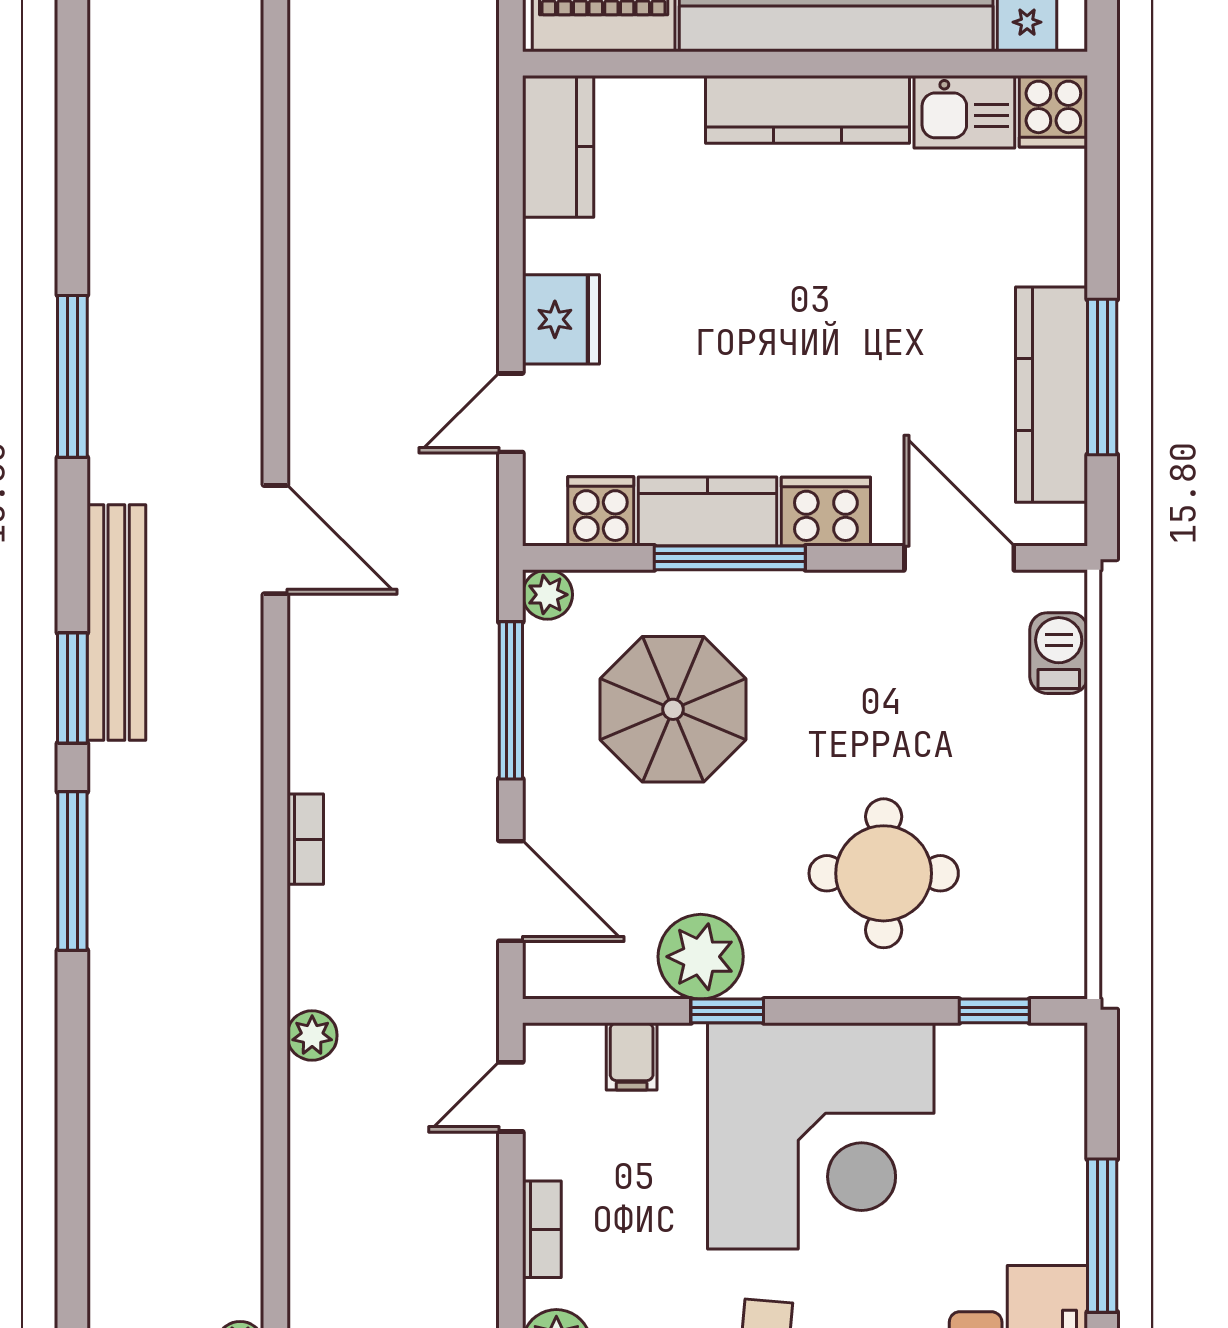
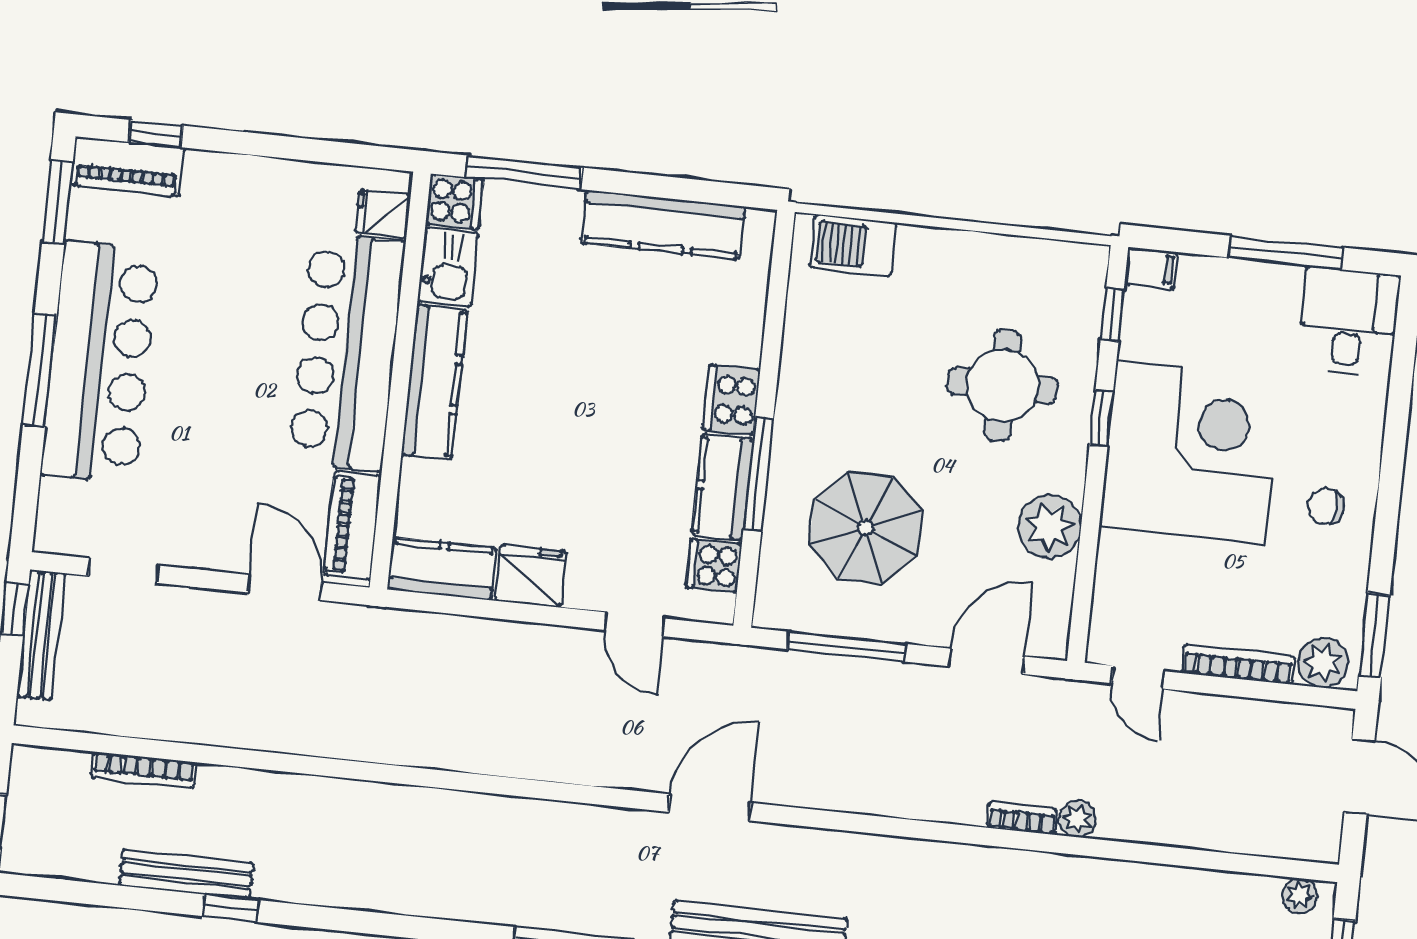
fridge: (561, 319) -> (531, 576), moved
window: (1102, 377) -> (524, 172), moved
door: (959, 558) -> (776, 305), removed
plant: (547, 595) -> (771, 611), removed
barbecue: (1059, 653) -> (853, 245), width x1.38, depth x1.27
bookcase: (305, 839) -> (1022, 818), moved
window: (727, 1011) -> (1101, 418), moved
filing cabinet: (632, 1056) -> (1151, 268), moved
bookcase: (542, 1229) -> (1238, 665), width x1.56

